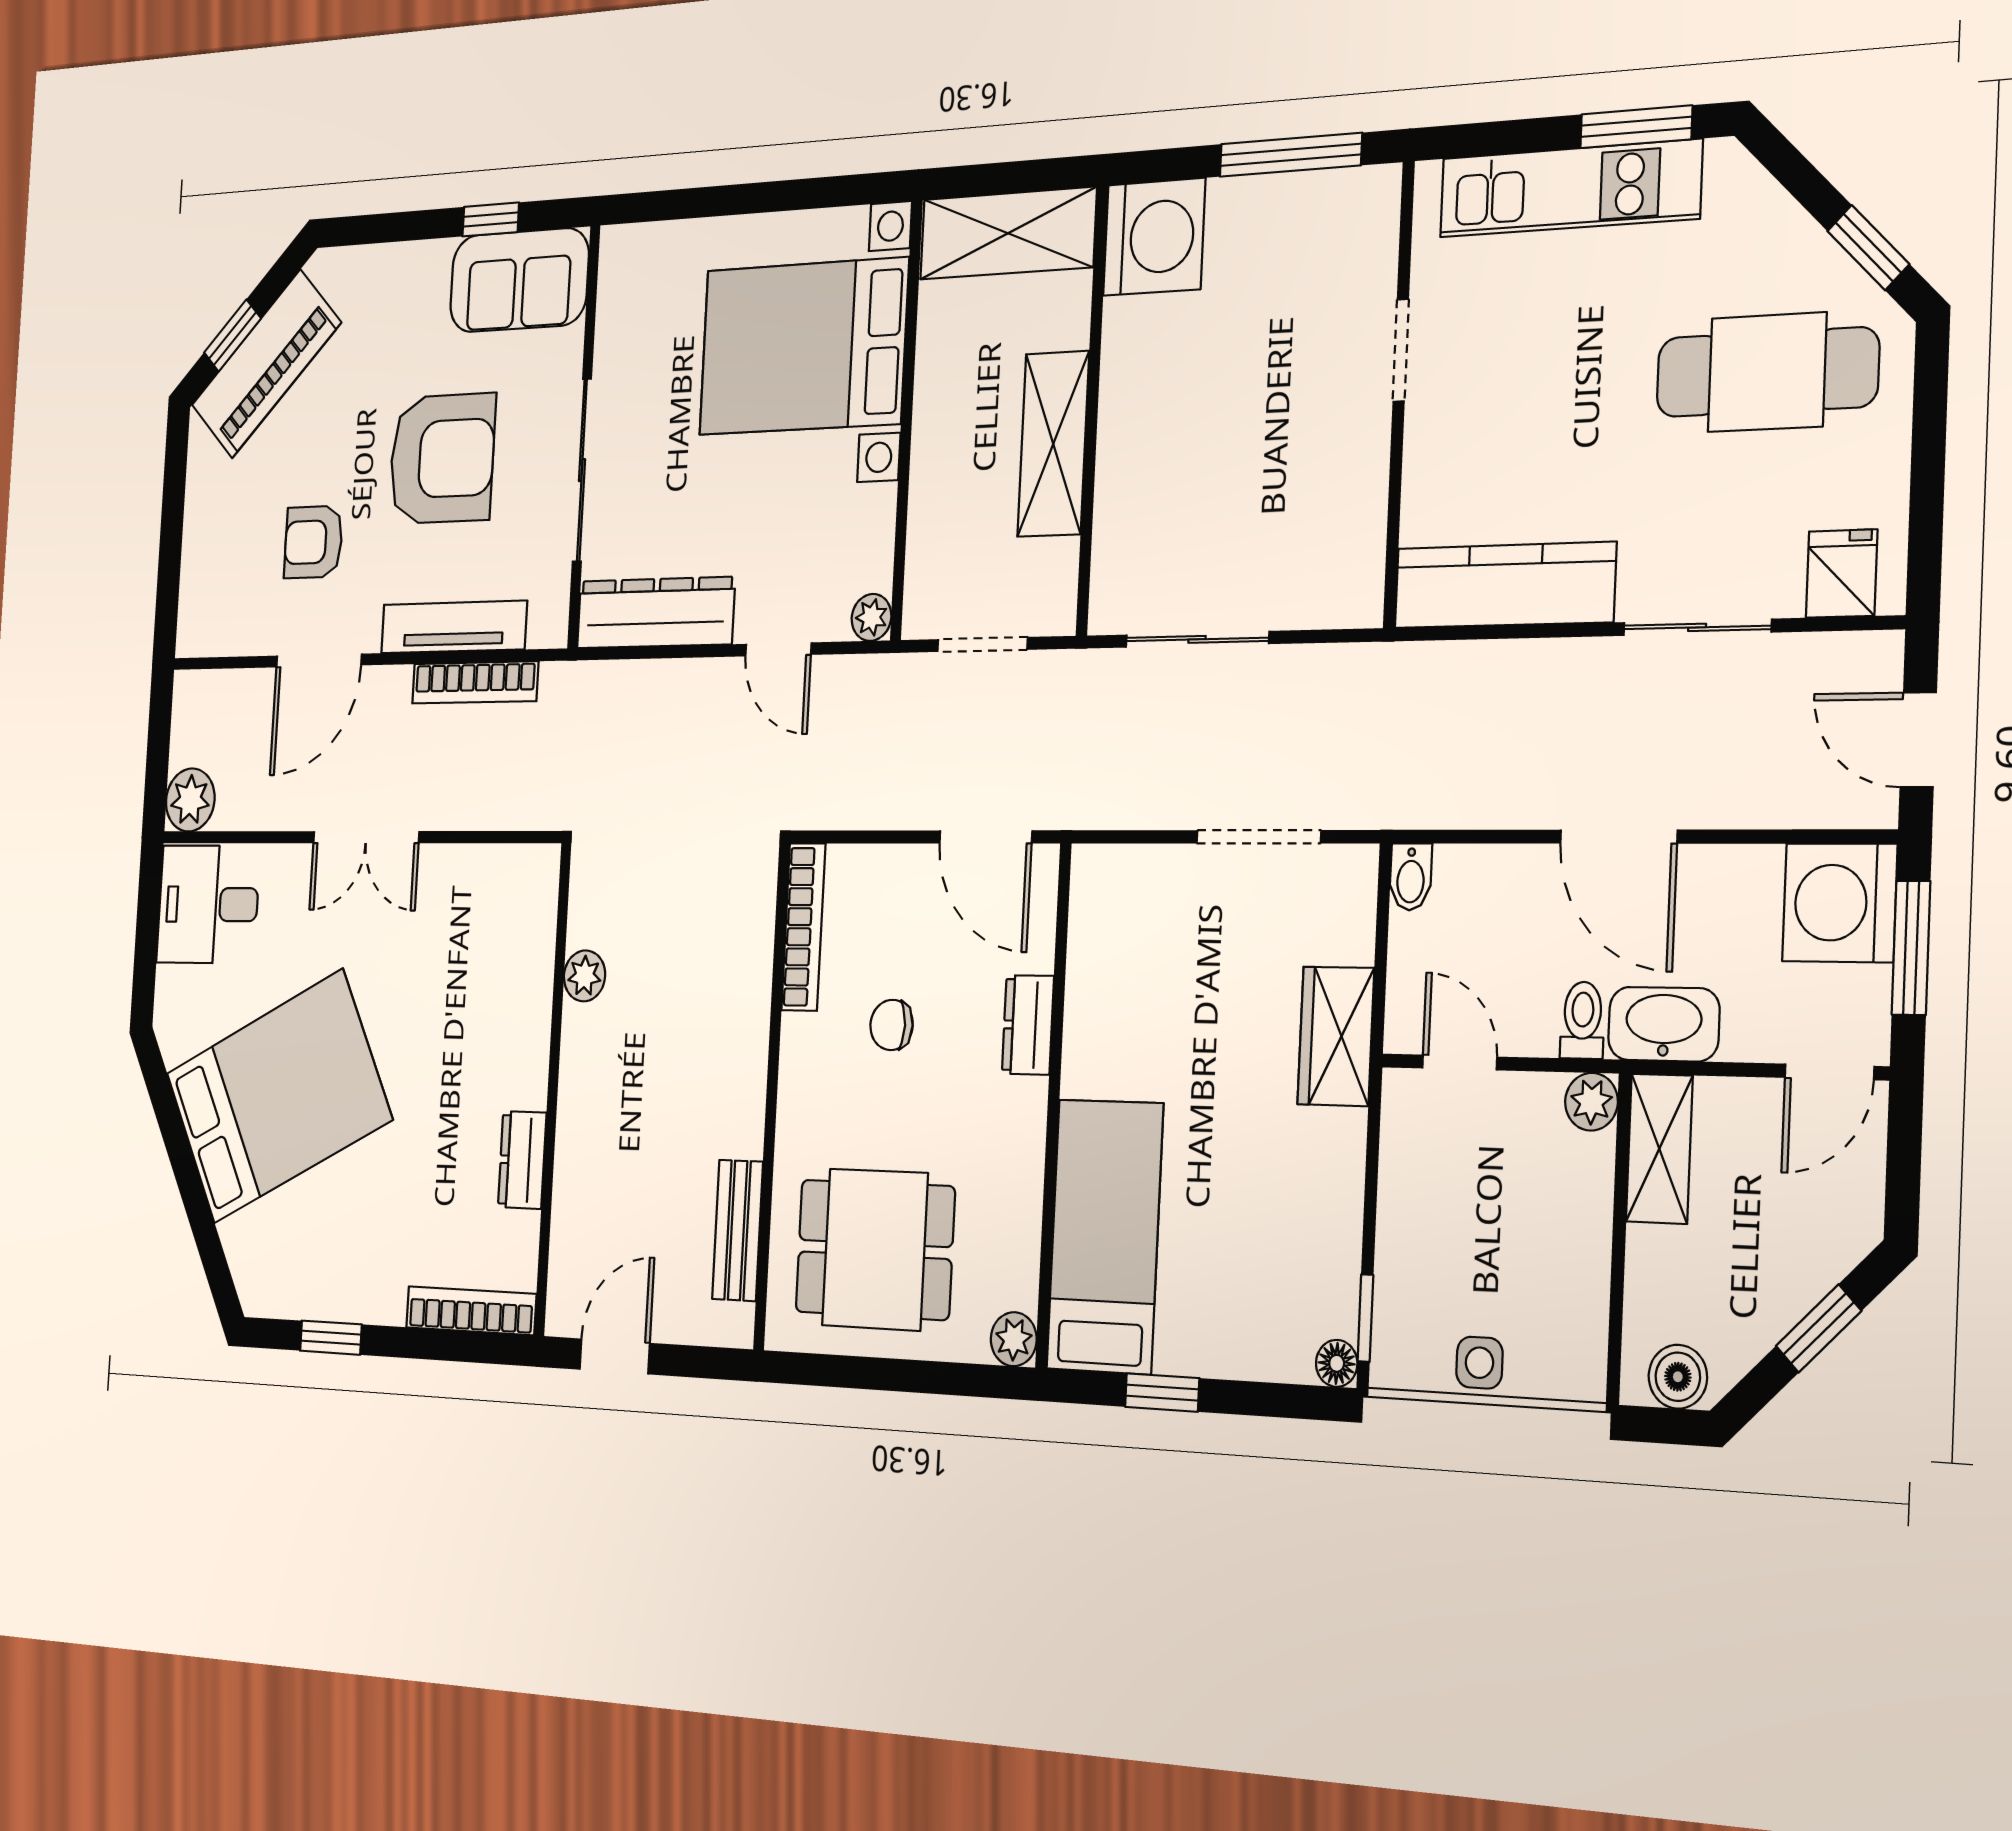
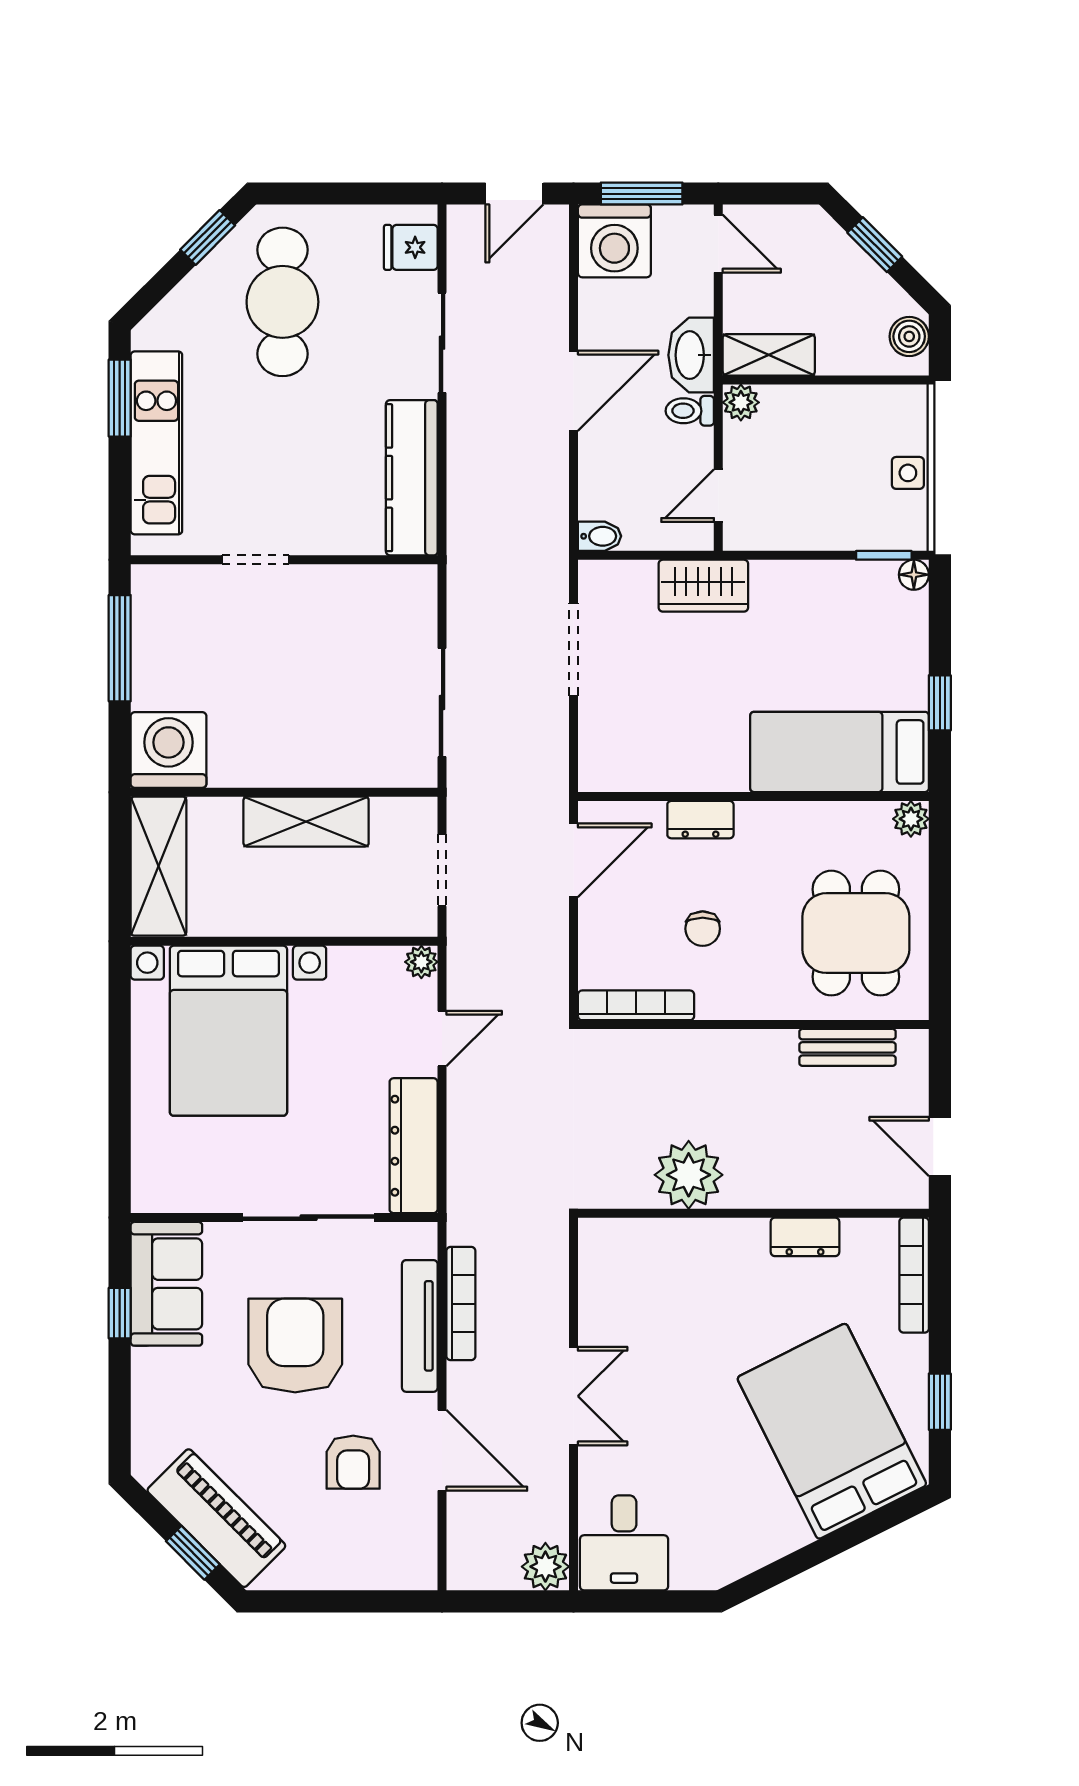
plant: (585, 976) -> (689, 1175), width x1.87, depth x1.87
bed: (278, 1096) -> (832, 1431), moved

